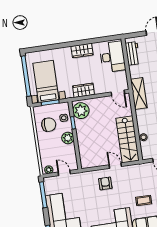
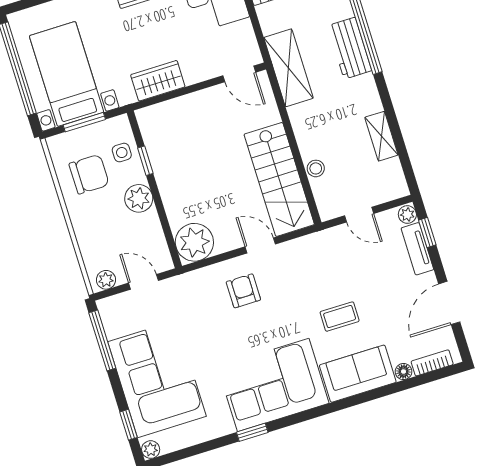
plant: (81, 111) -> (194, 242), moved

